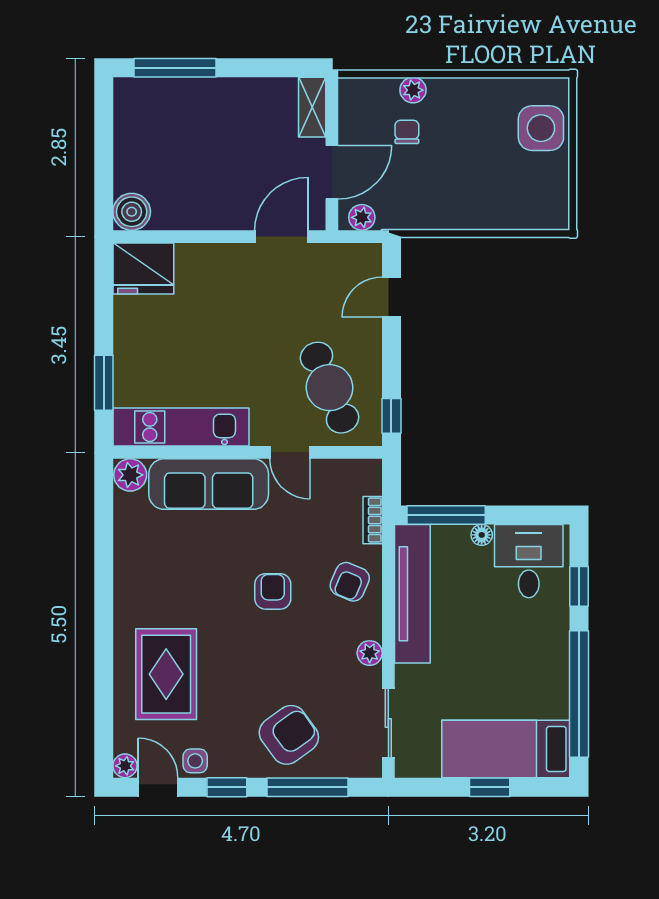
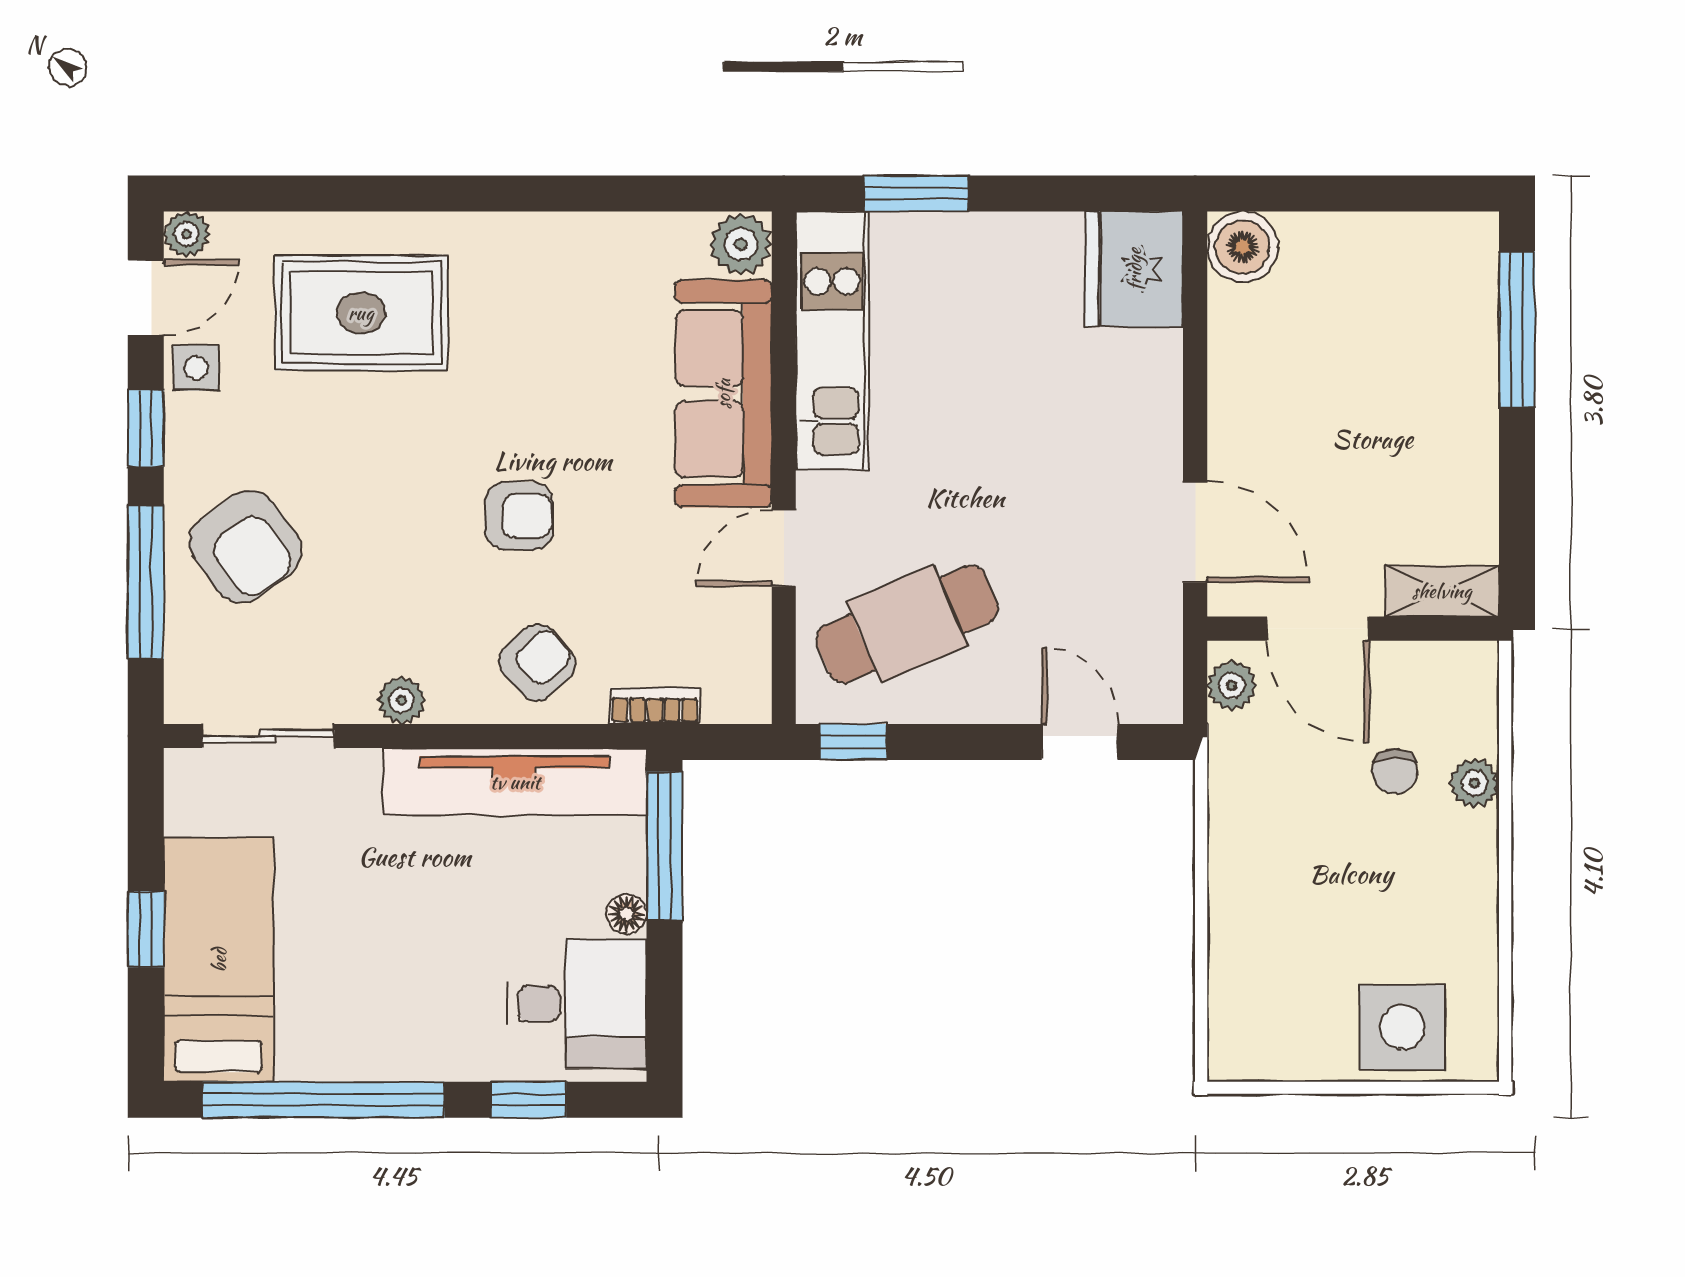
chair: (407, 132) -> (1395, 771), turned 90
armchair: (350, 582) -> (537, 663), turned 114

